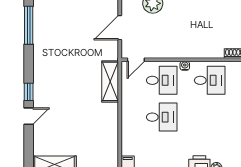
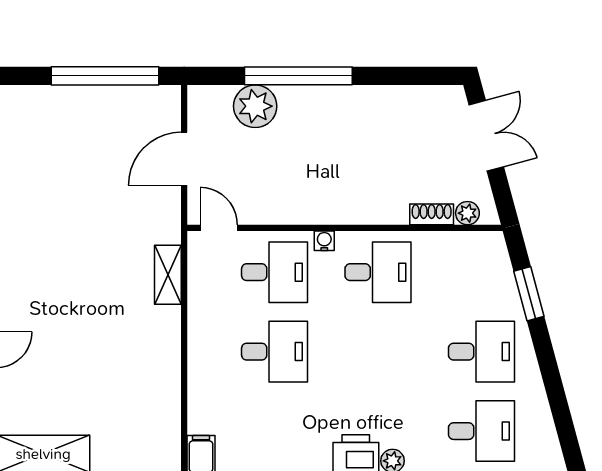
door: (136, 60) -> (219, 228), swing flipped
shelving: (110, 81) -> (168, 275), width x0.67, depth x0.75

